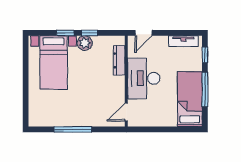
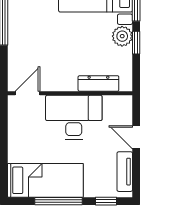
door: (144, 33) -> (136, 137), moved
door: (126, 112) -> (28, 93), hinge flipped

